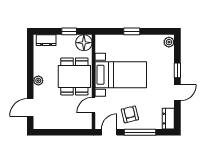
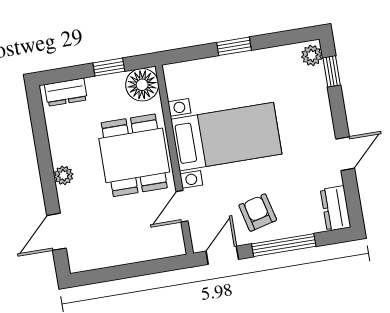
window: (177, 70) -> (332, 71), moved

